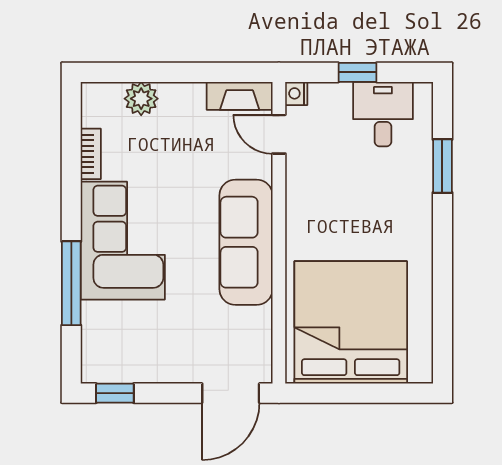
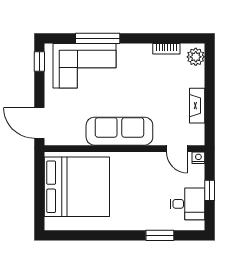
fireplace: (240, 96) -> (197, 106), moved
plant: (141, 99) -> (196, 57), moved
door: (279, 134) -> (177, 149), swing flipped
corner sofa: (123, 241) -> (85, 66), moved

